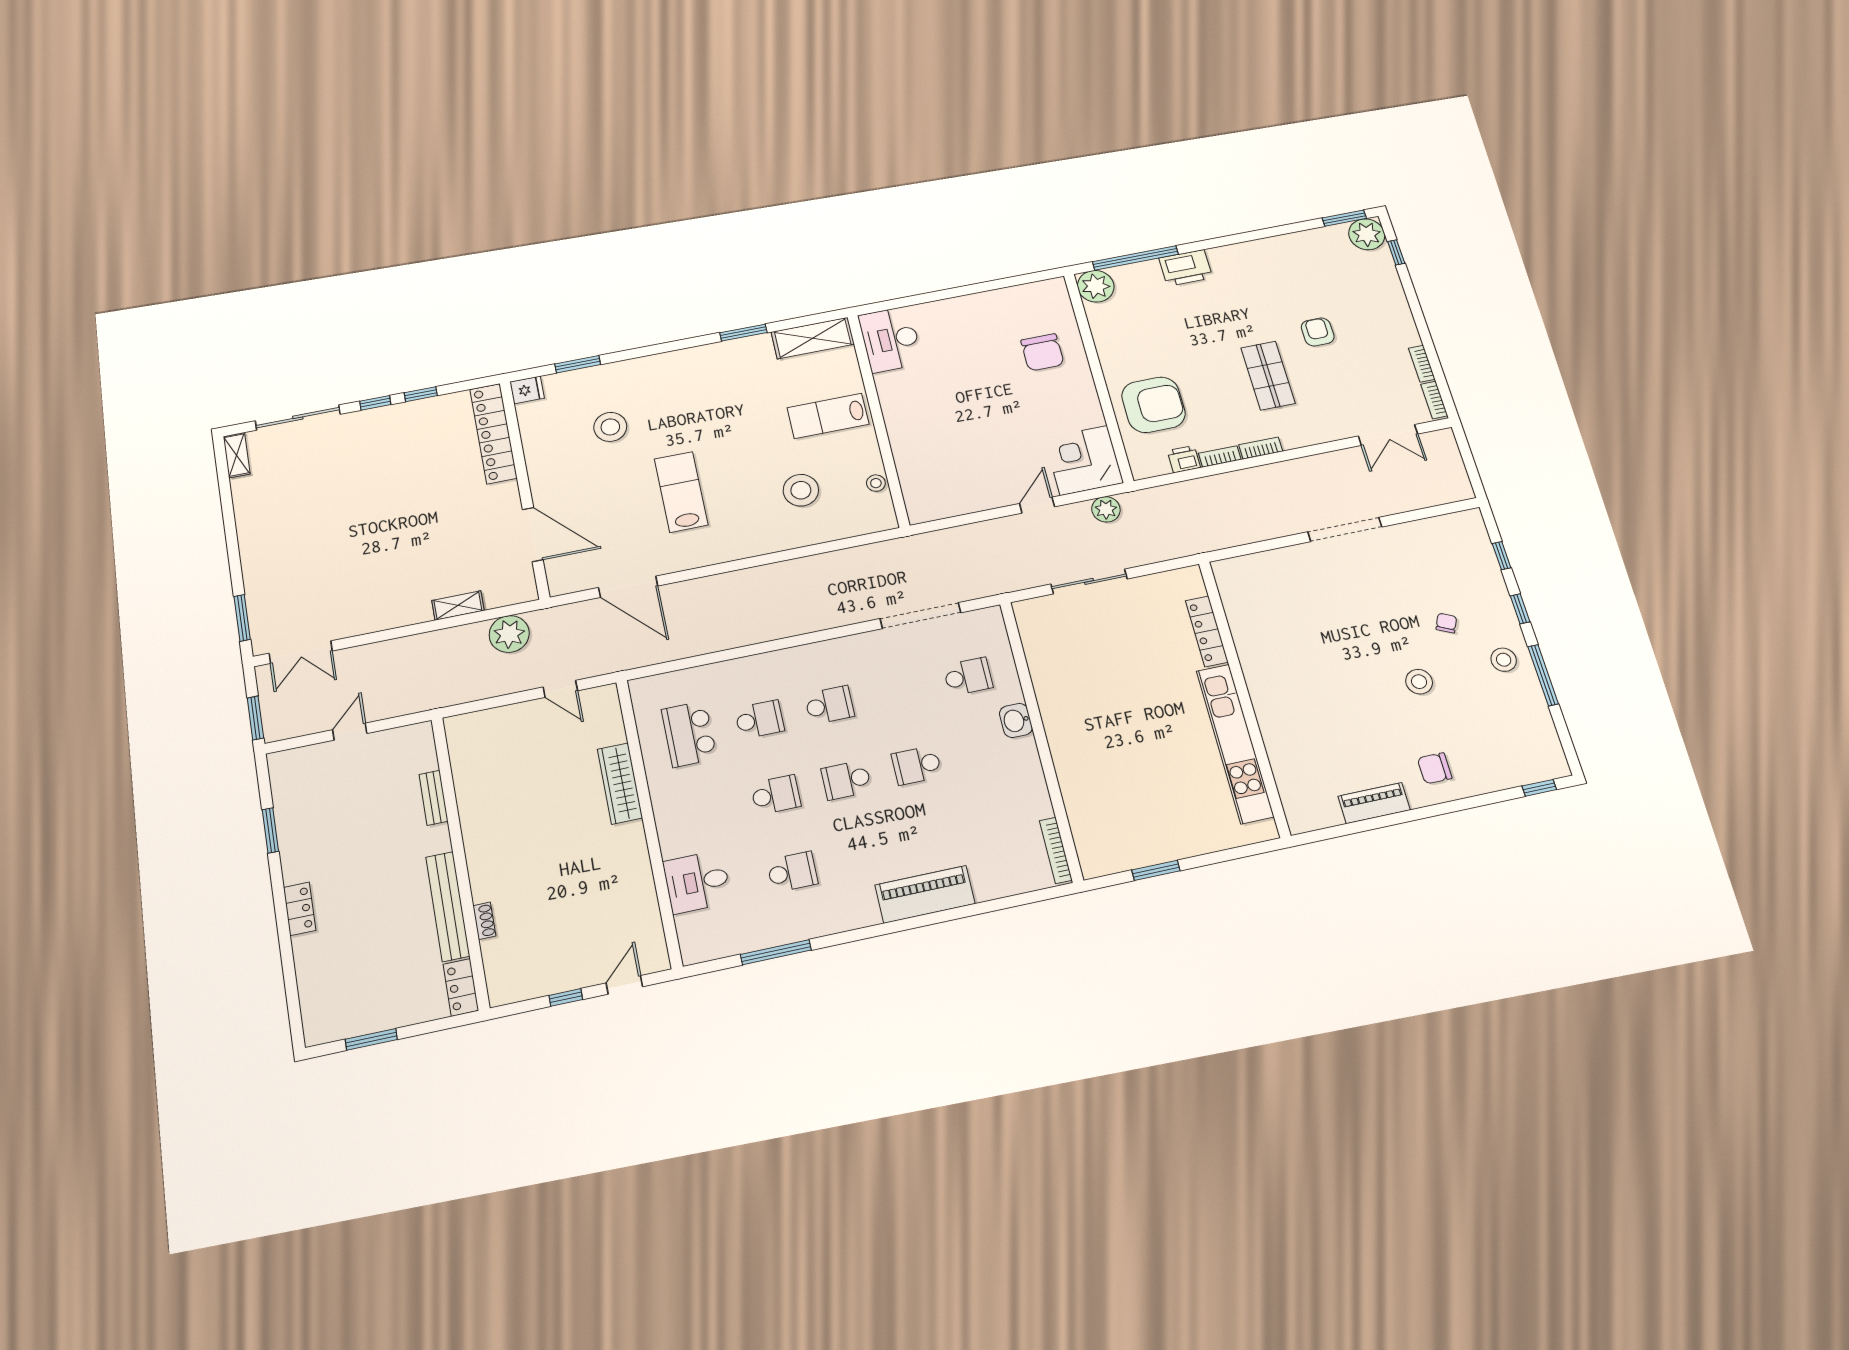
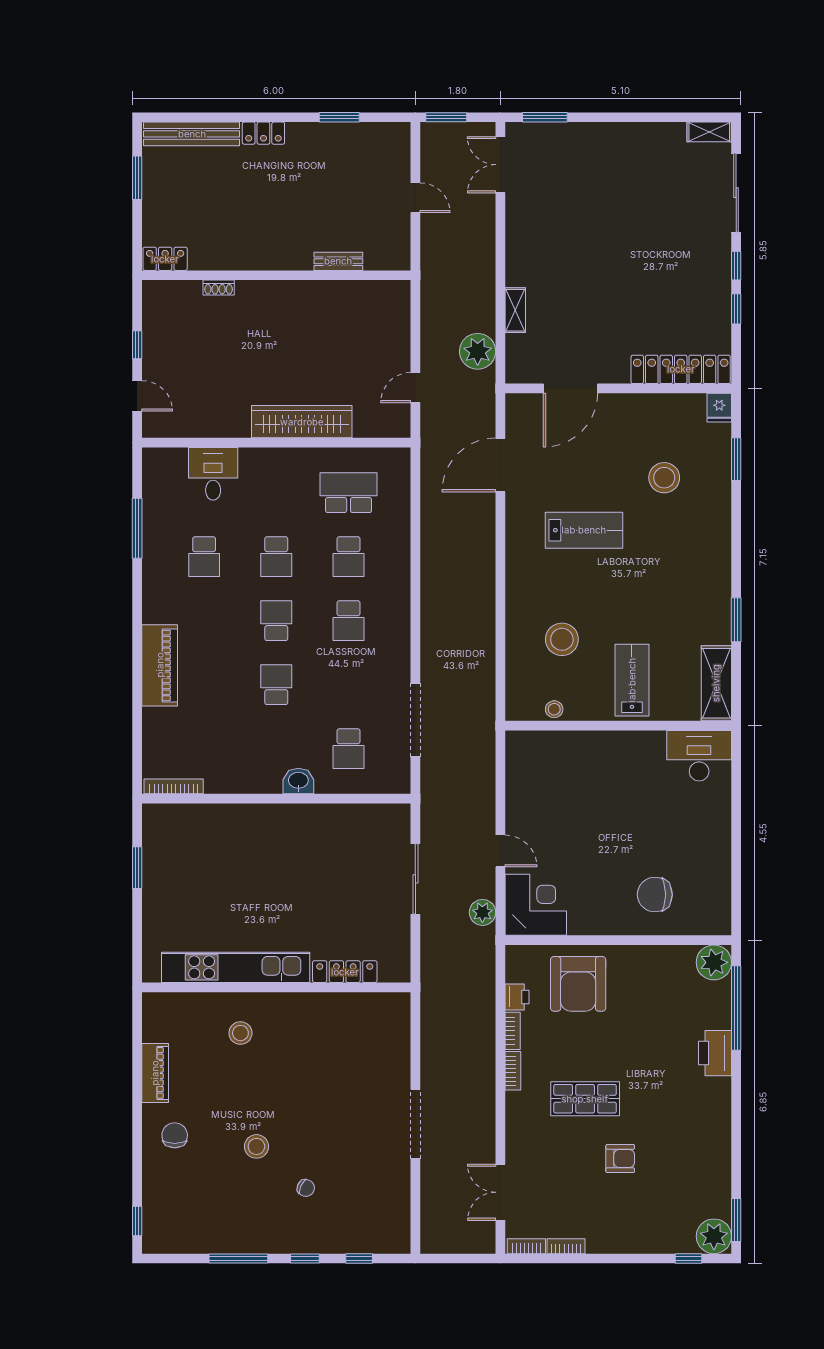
stool: (1504, 660) -> (240, 1033), moved
wardrobe: (620, 784) -> (302, 422), width x1.40, depth x1.17
bench: (448, 906) -> (192, 134), moved

